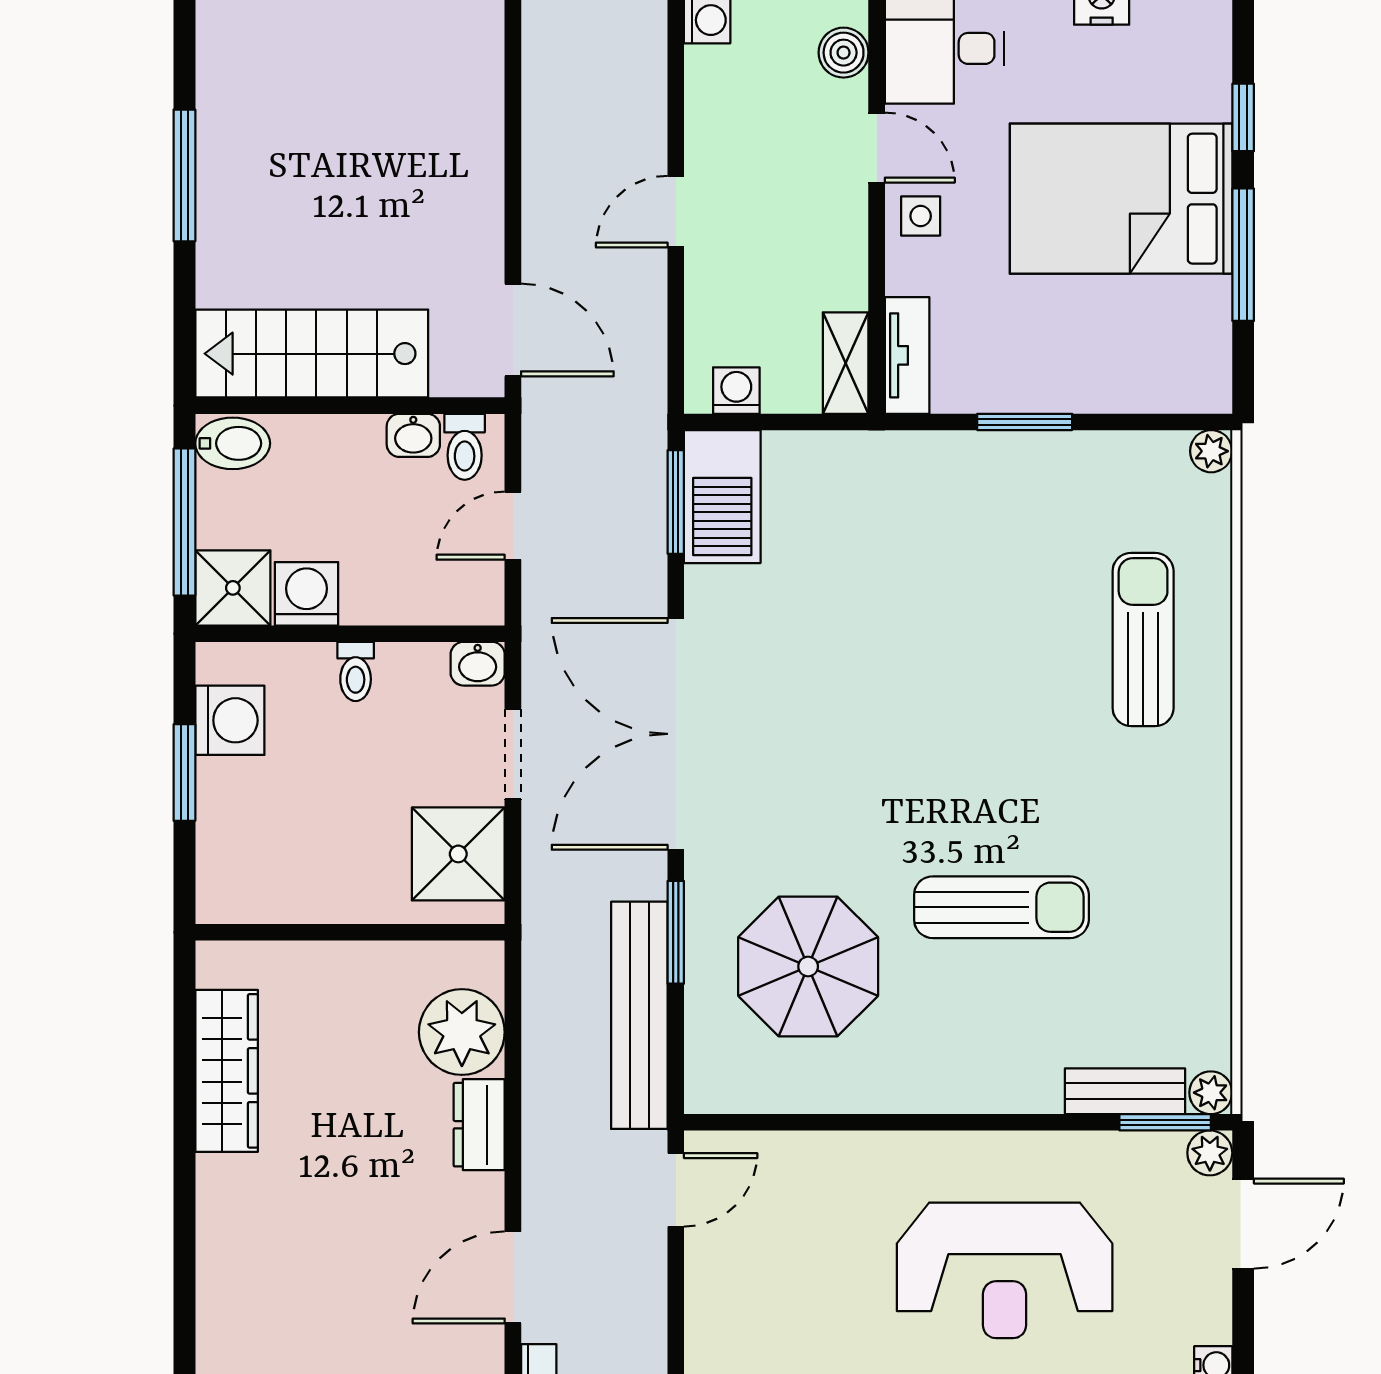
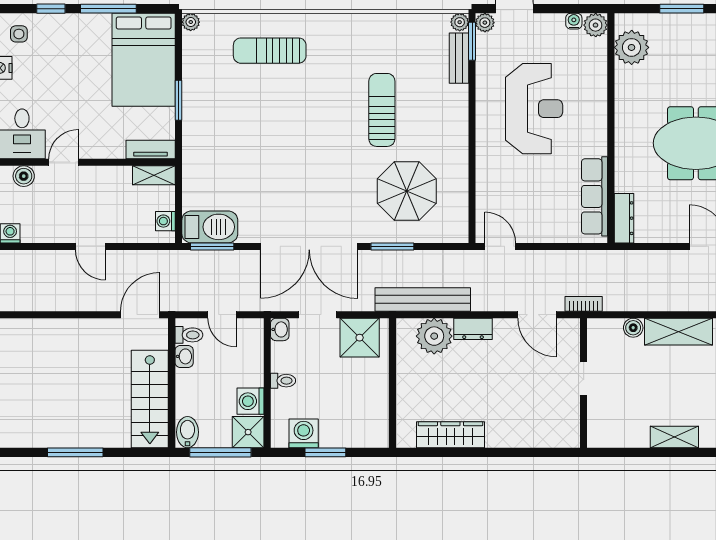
bed: (1121, 199) -> (144, 60), moved
side table: (921, 216) -> (19, 34), moved
bench: (639, 1015) -> (423, 299), moved

